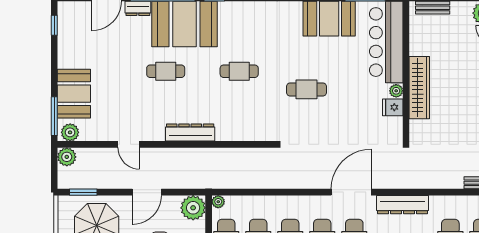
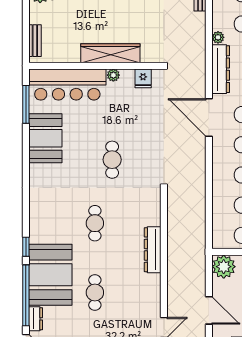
fridge: (393, 107) -> (143, 78), moved
dresser: (190, 133) -> (153, 250), moved
plant: (218, 202) -> (218, 37), moved

